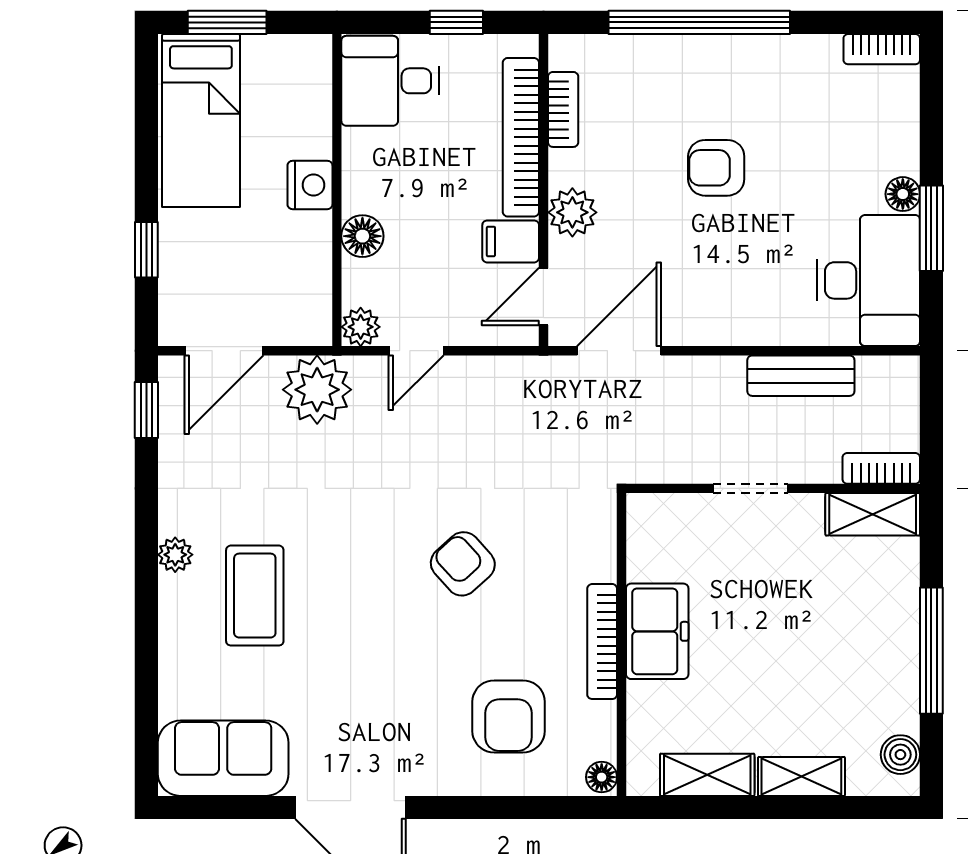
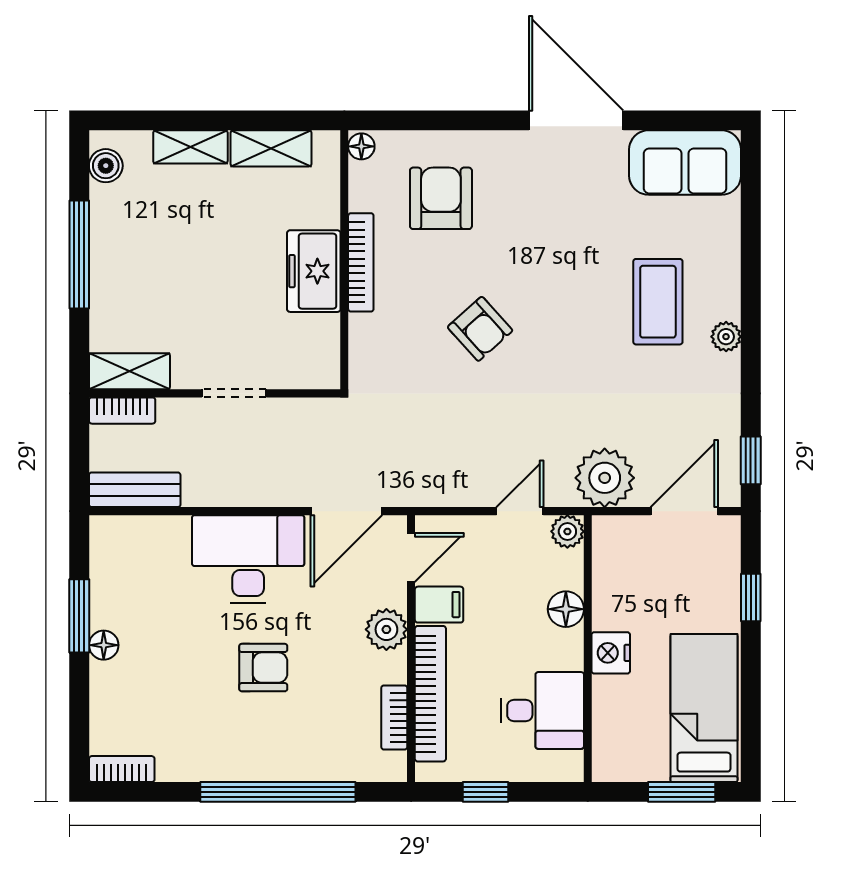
desk: (390, 81) -> (542, 710), moved
desk: (868, 280) -> (248, 559), moved, turned 90
bench: (801, 376) -> (135, 490), moved

